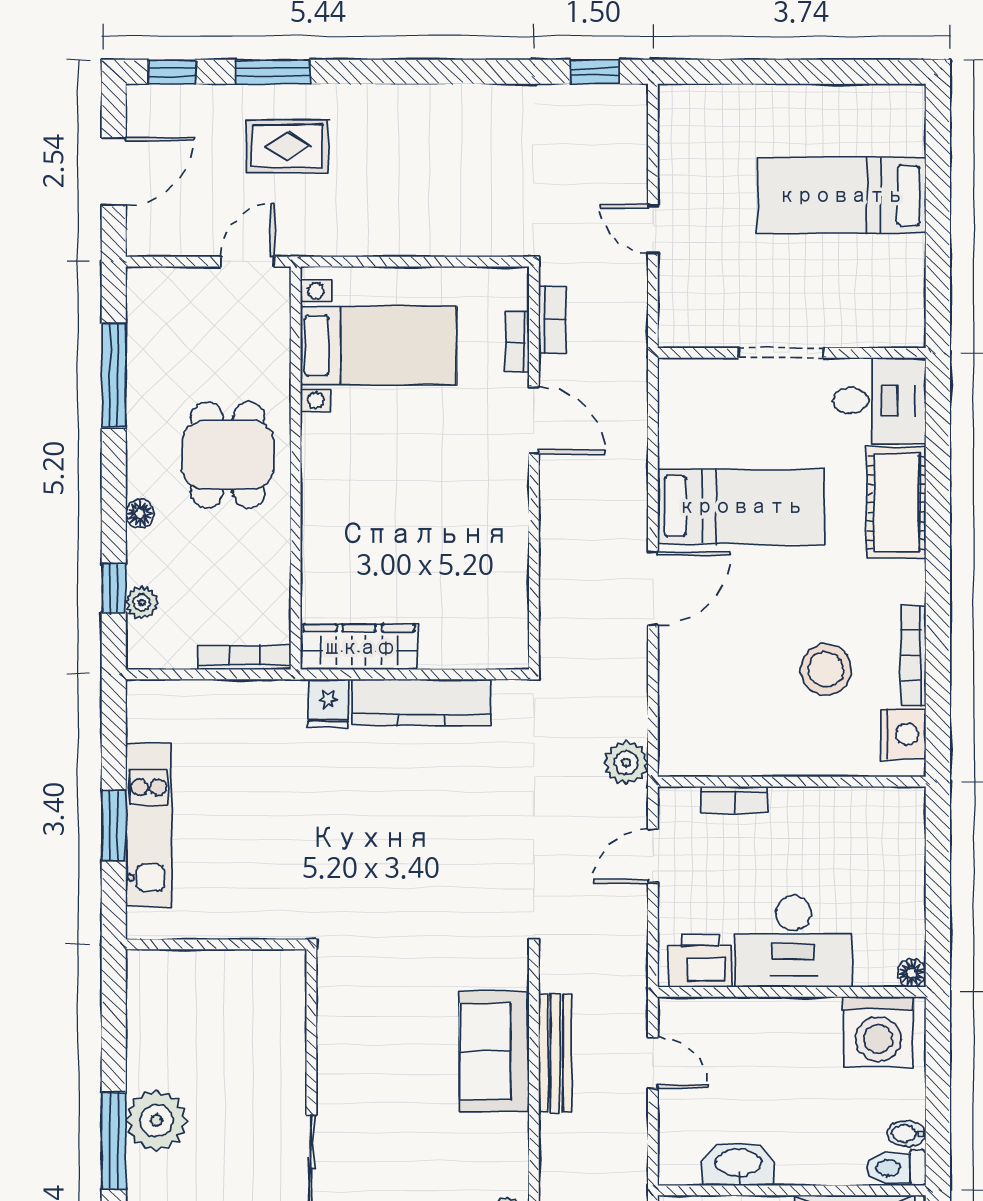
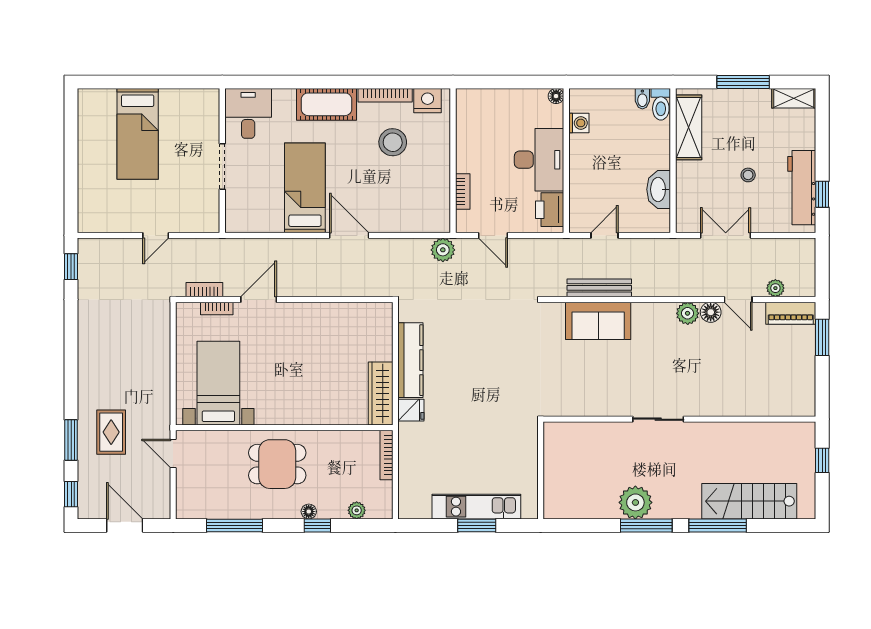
cot: (896, 503) -> (327, 104), moved
window: (114, 588) -> (317, 525), moved
washing machine: (878, 1032) -> (579, 123), width x0.53, depth x0.53

